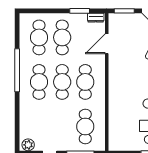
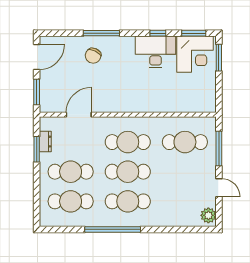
dresser: (96, 18) -> (45, 142), moved
door: (107, 44) -> (79, 115), swing flipped

